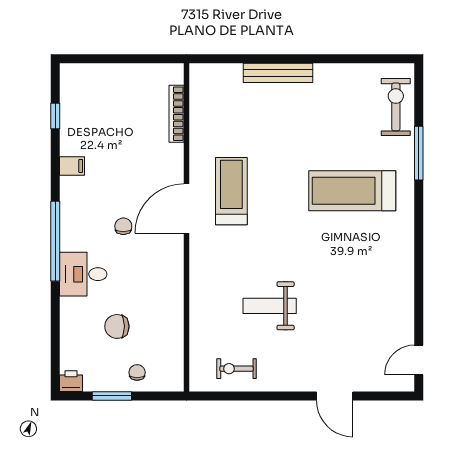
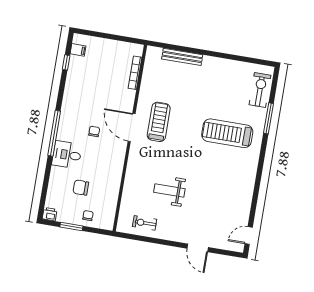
bench: (278, 73) -> (182, 57), moved
filing cabinet: (72, 166) -> (78, 50), moved
door: (186, 208) -> (132, 127), hinge flipped

